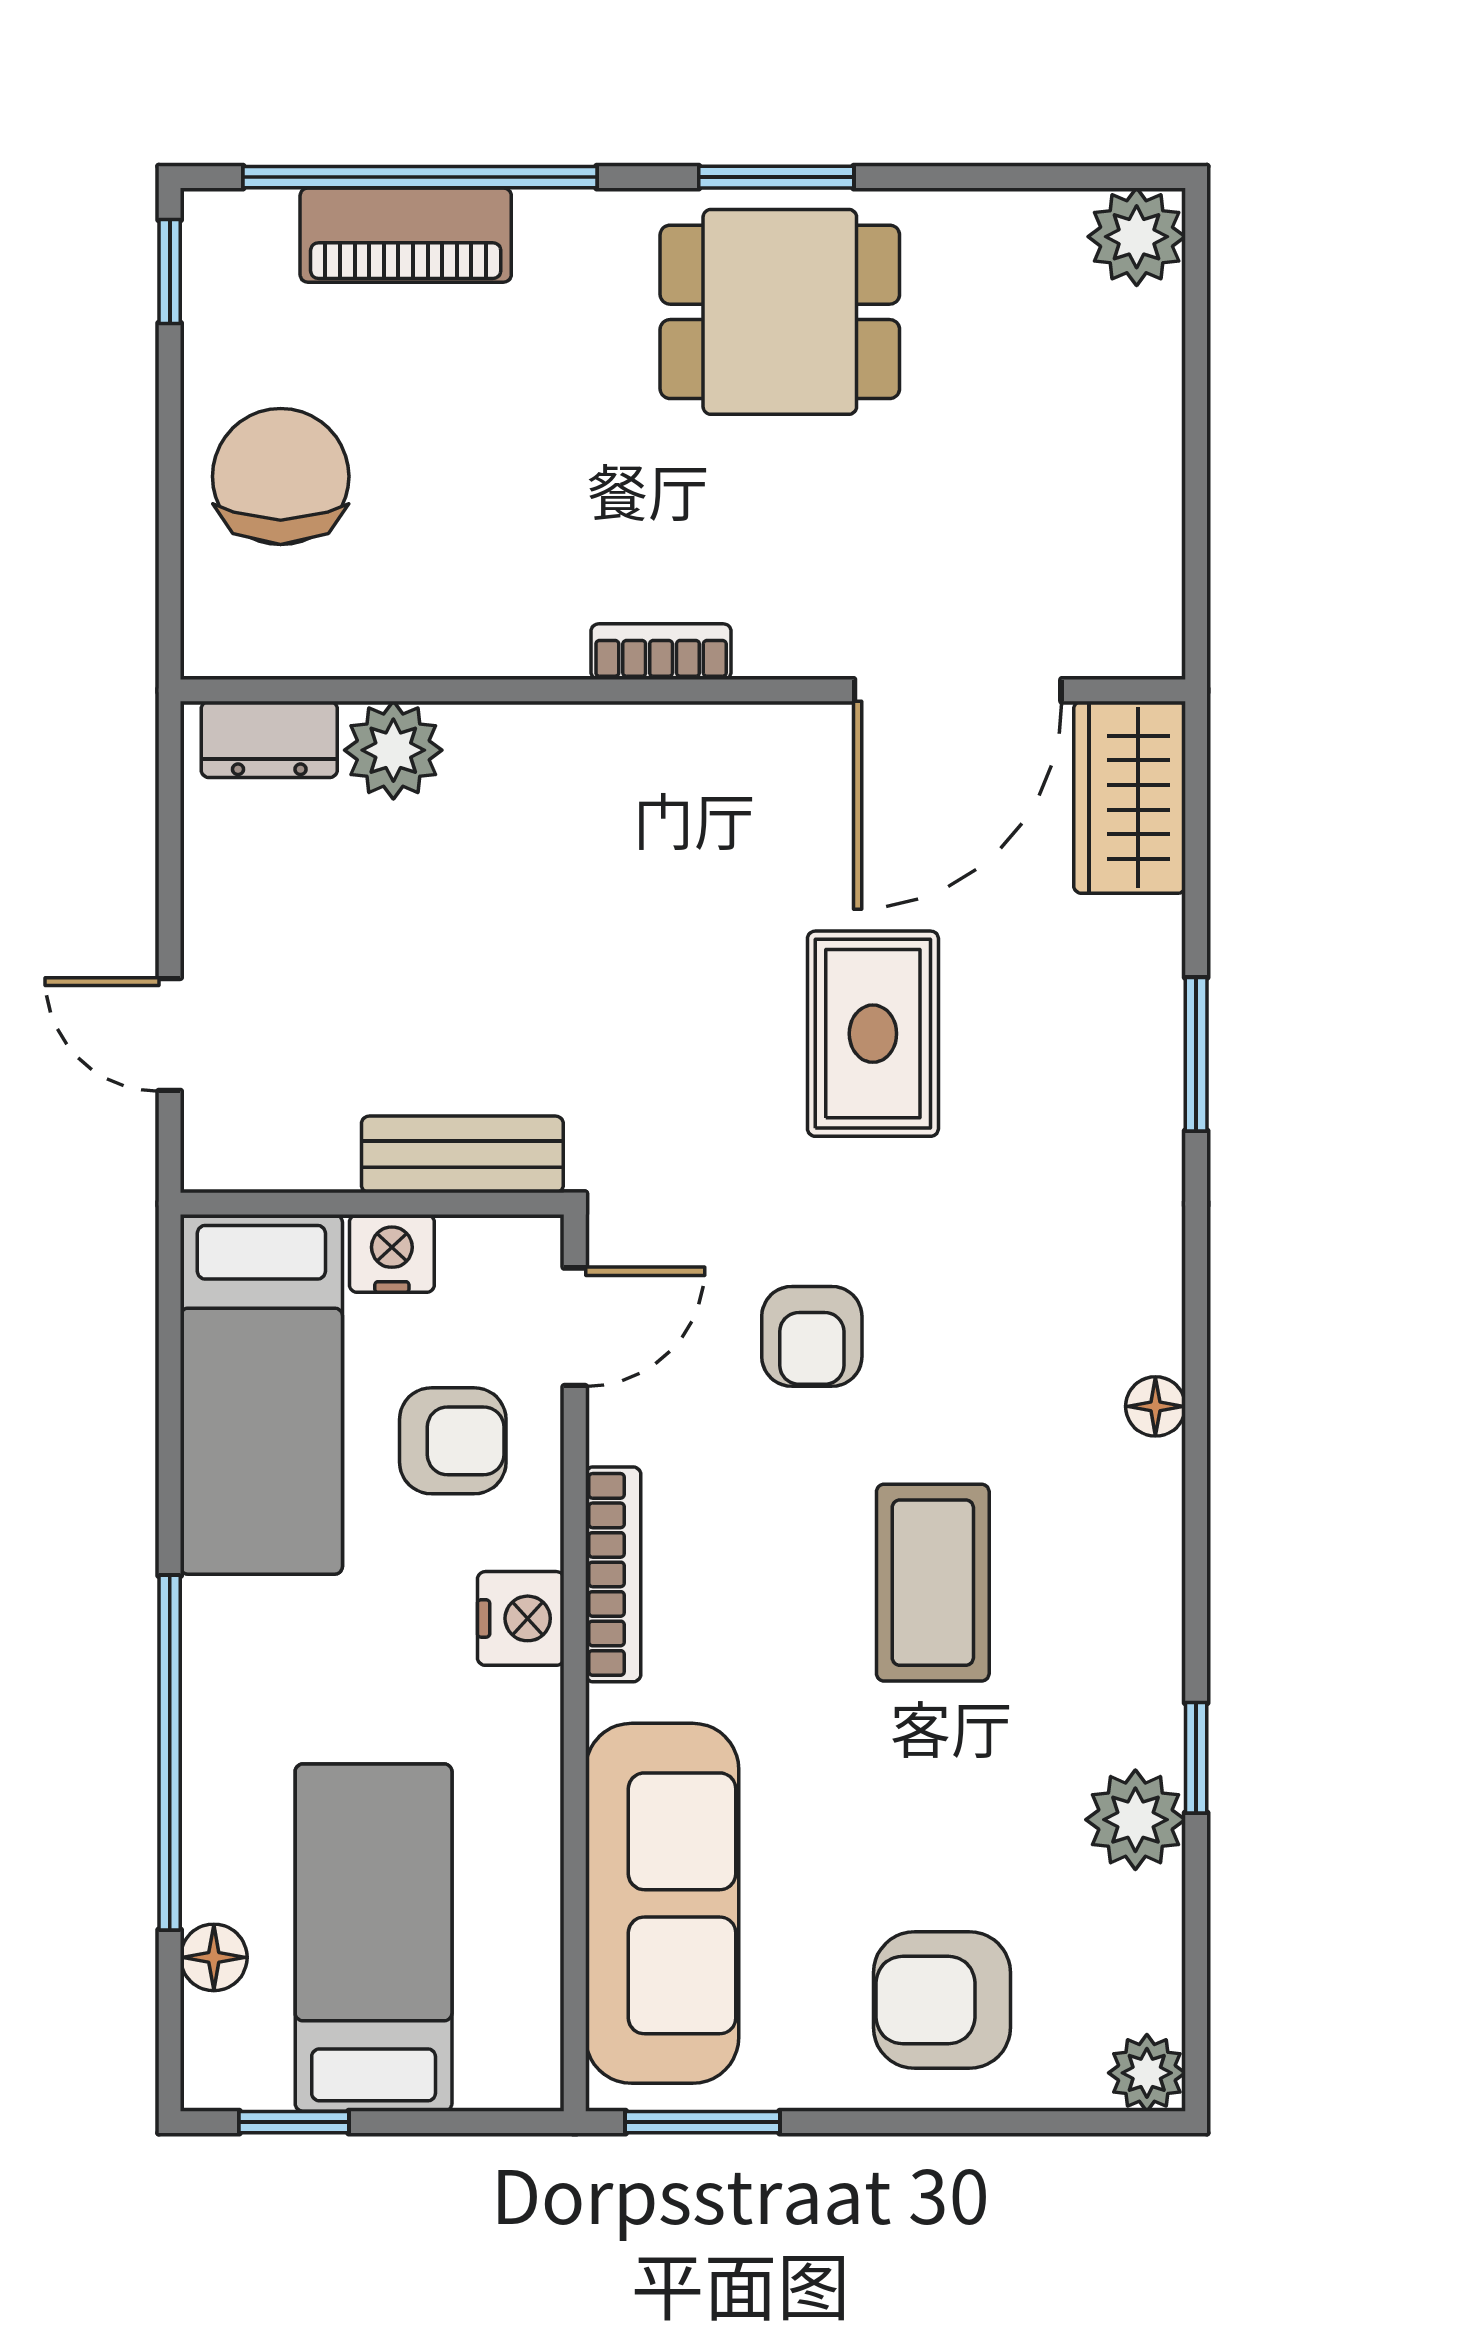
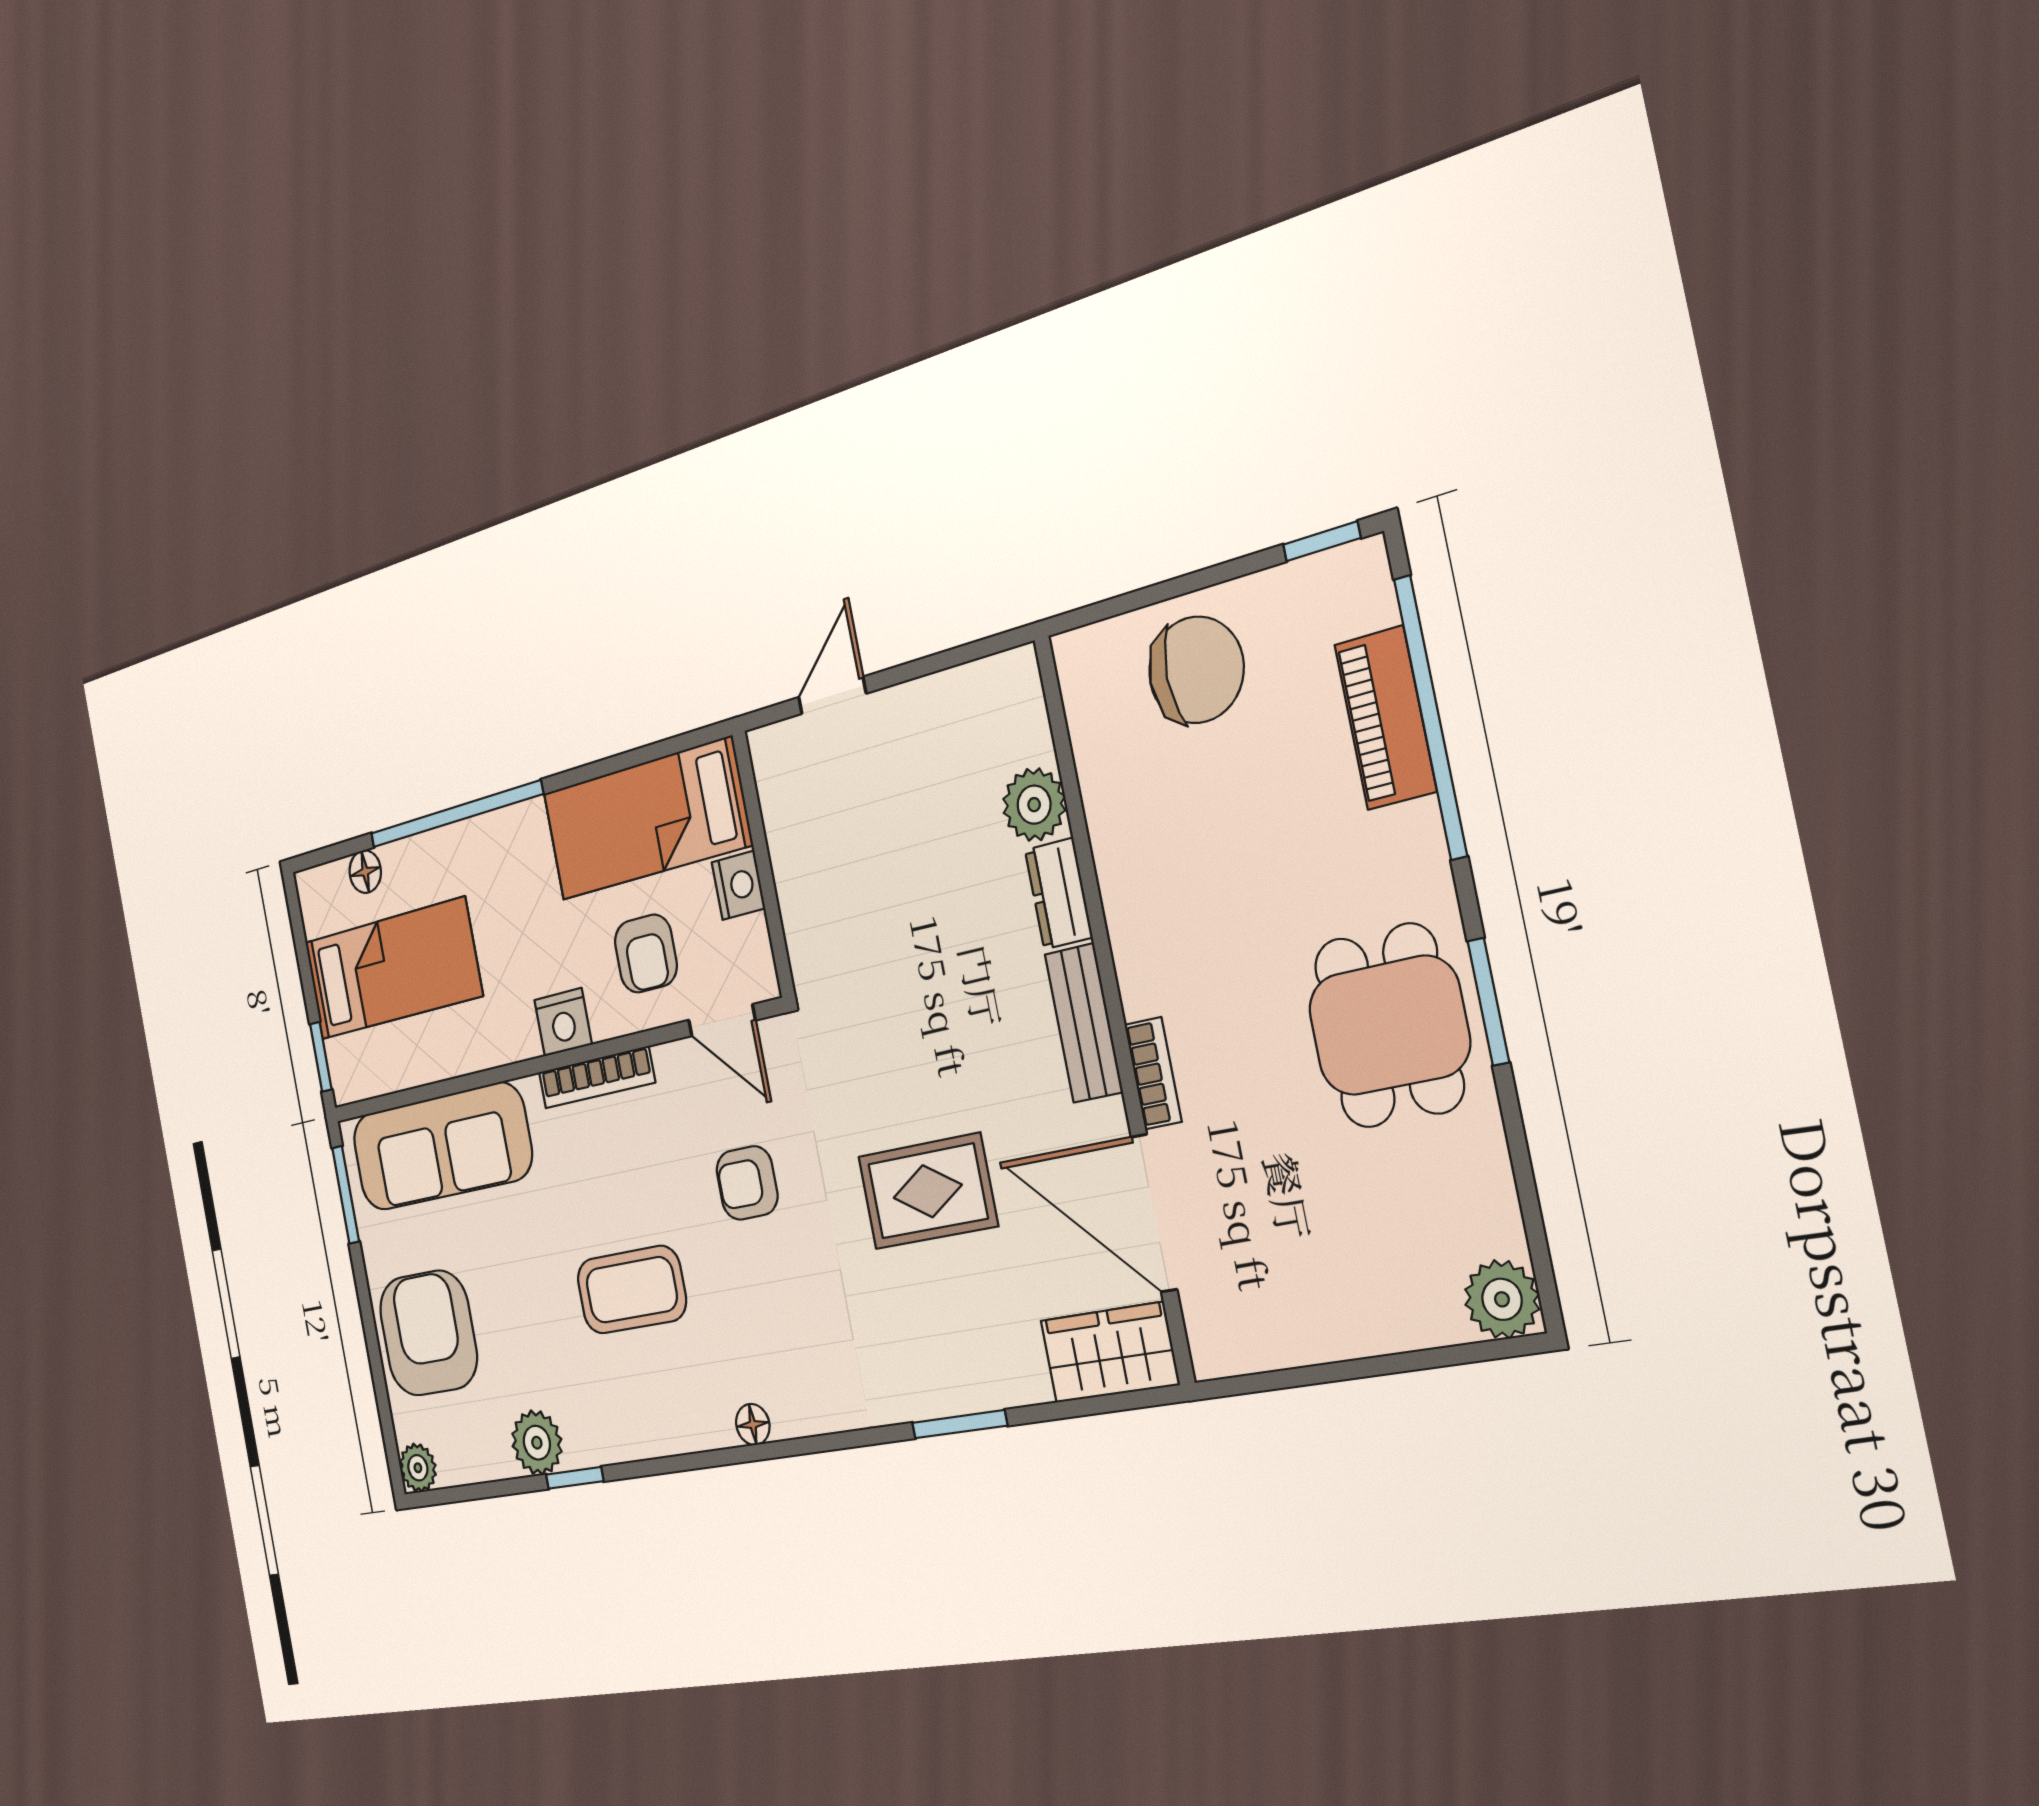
bookcase: (661, 652) -> (1153, 1073), moved
dresser: (269, 739) -> (1059, 894), moved
bench: (462, 1154) -> (1084, 1023), moved
armchair: (942, 2000) -> (428, 1333), width x1.36, depth x1.36
window: (294, 2122) -> (321, 1057), moved

